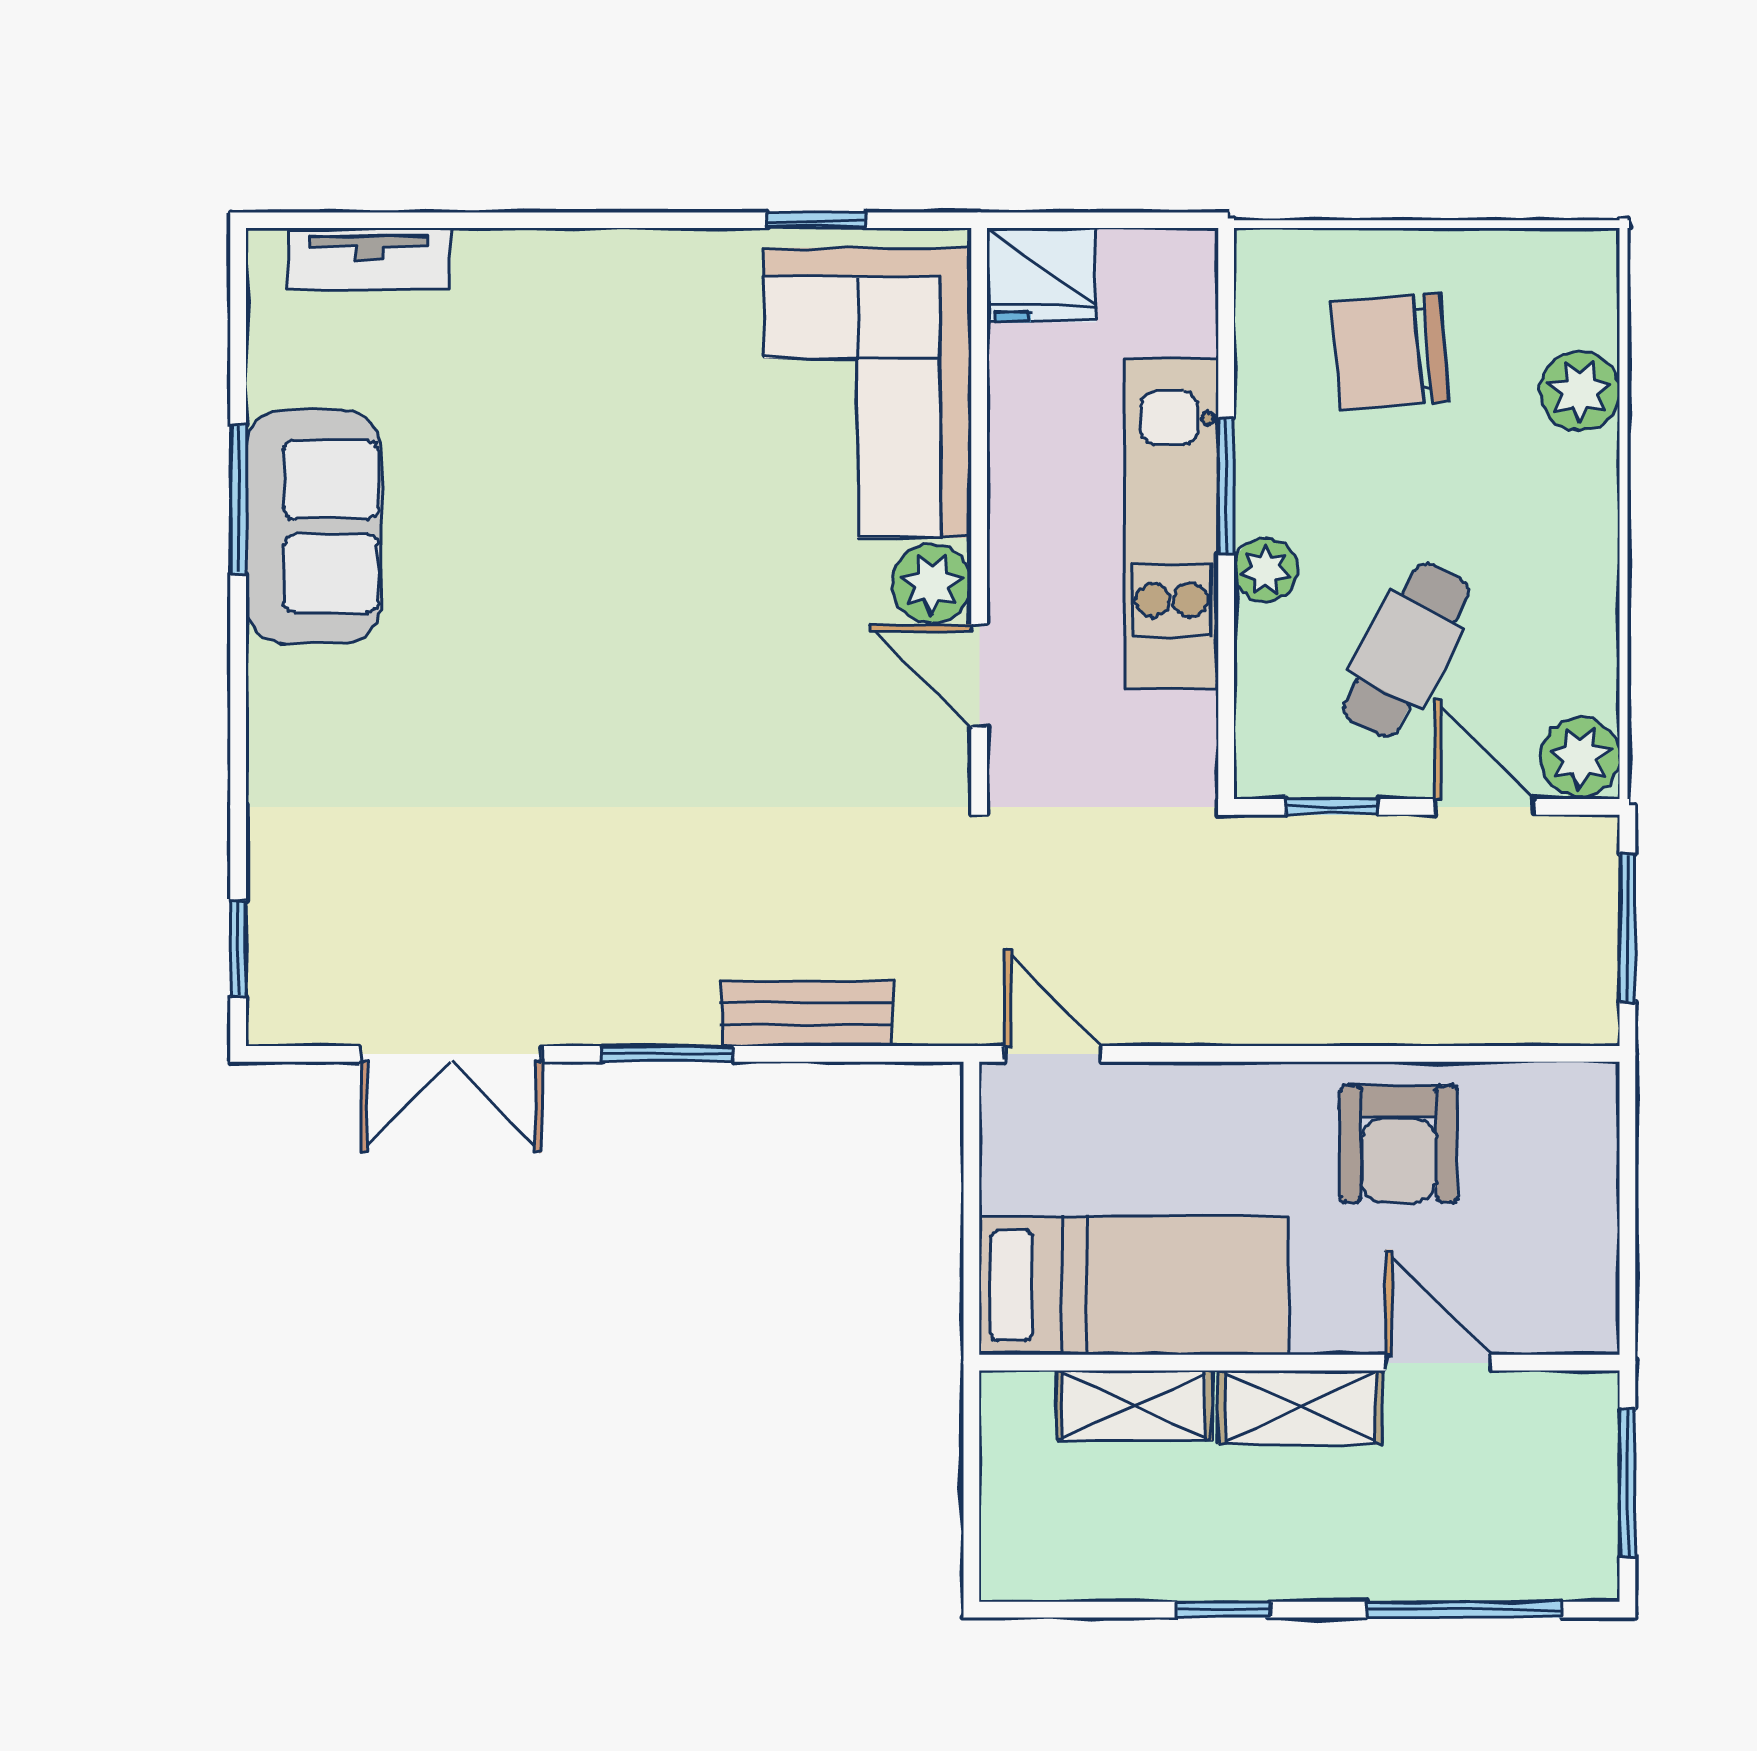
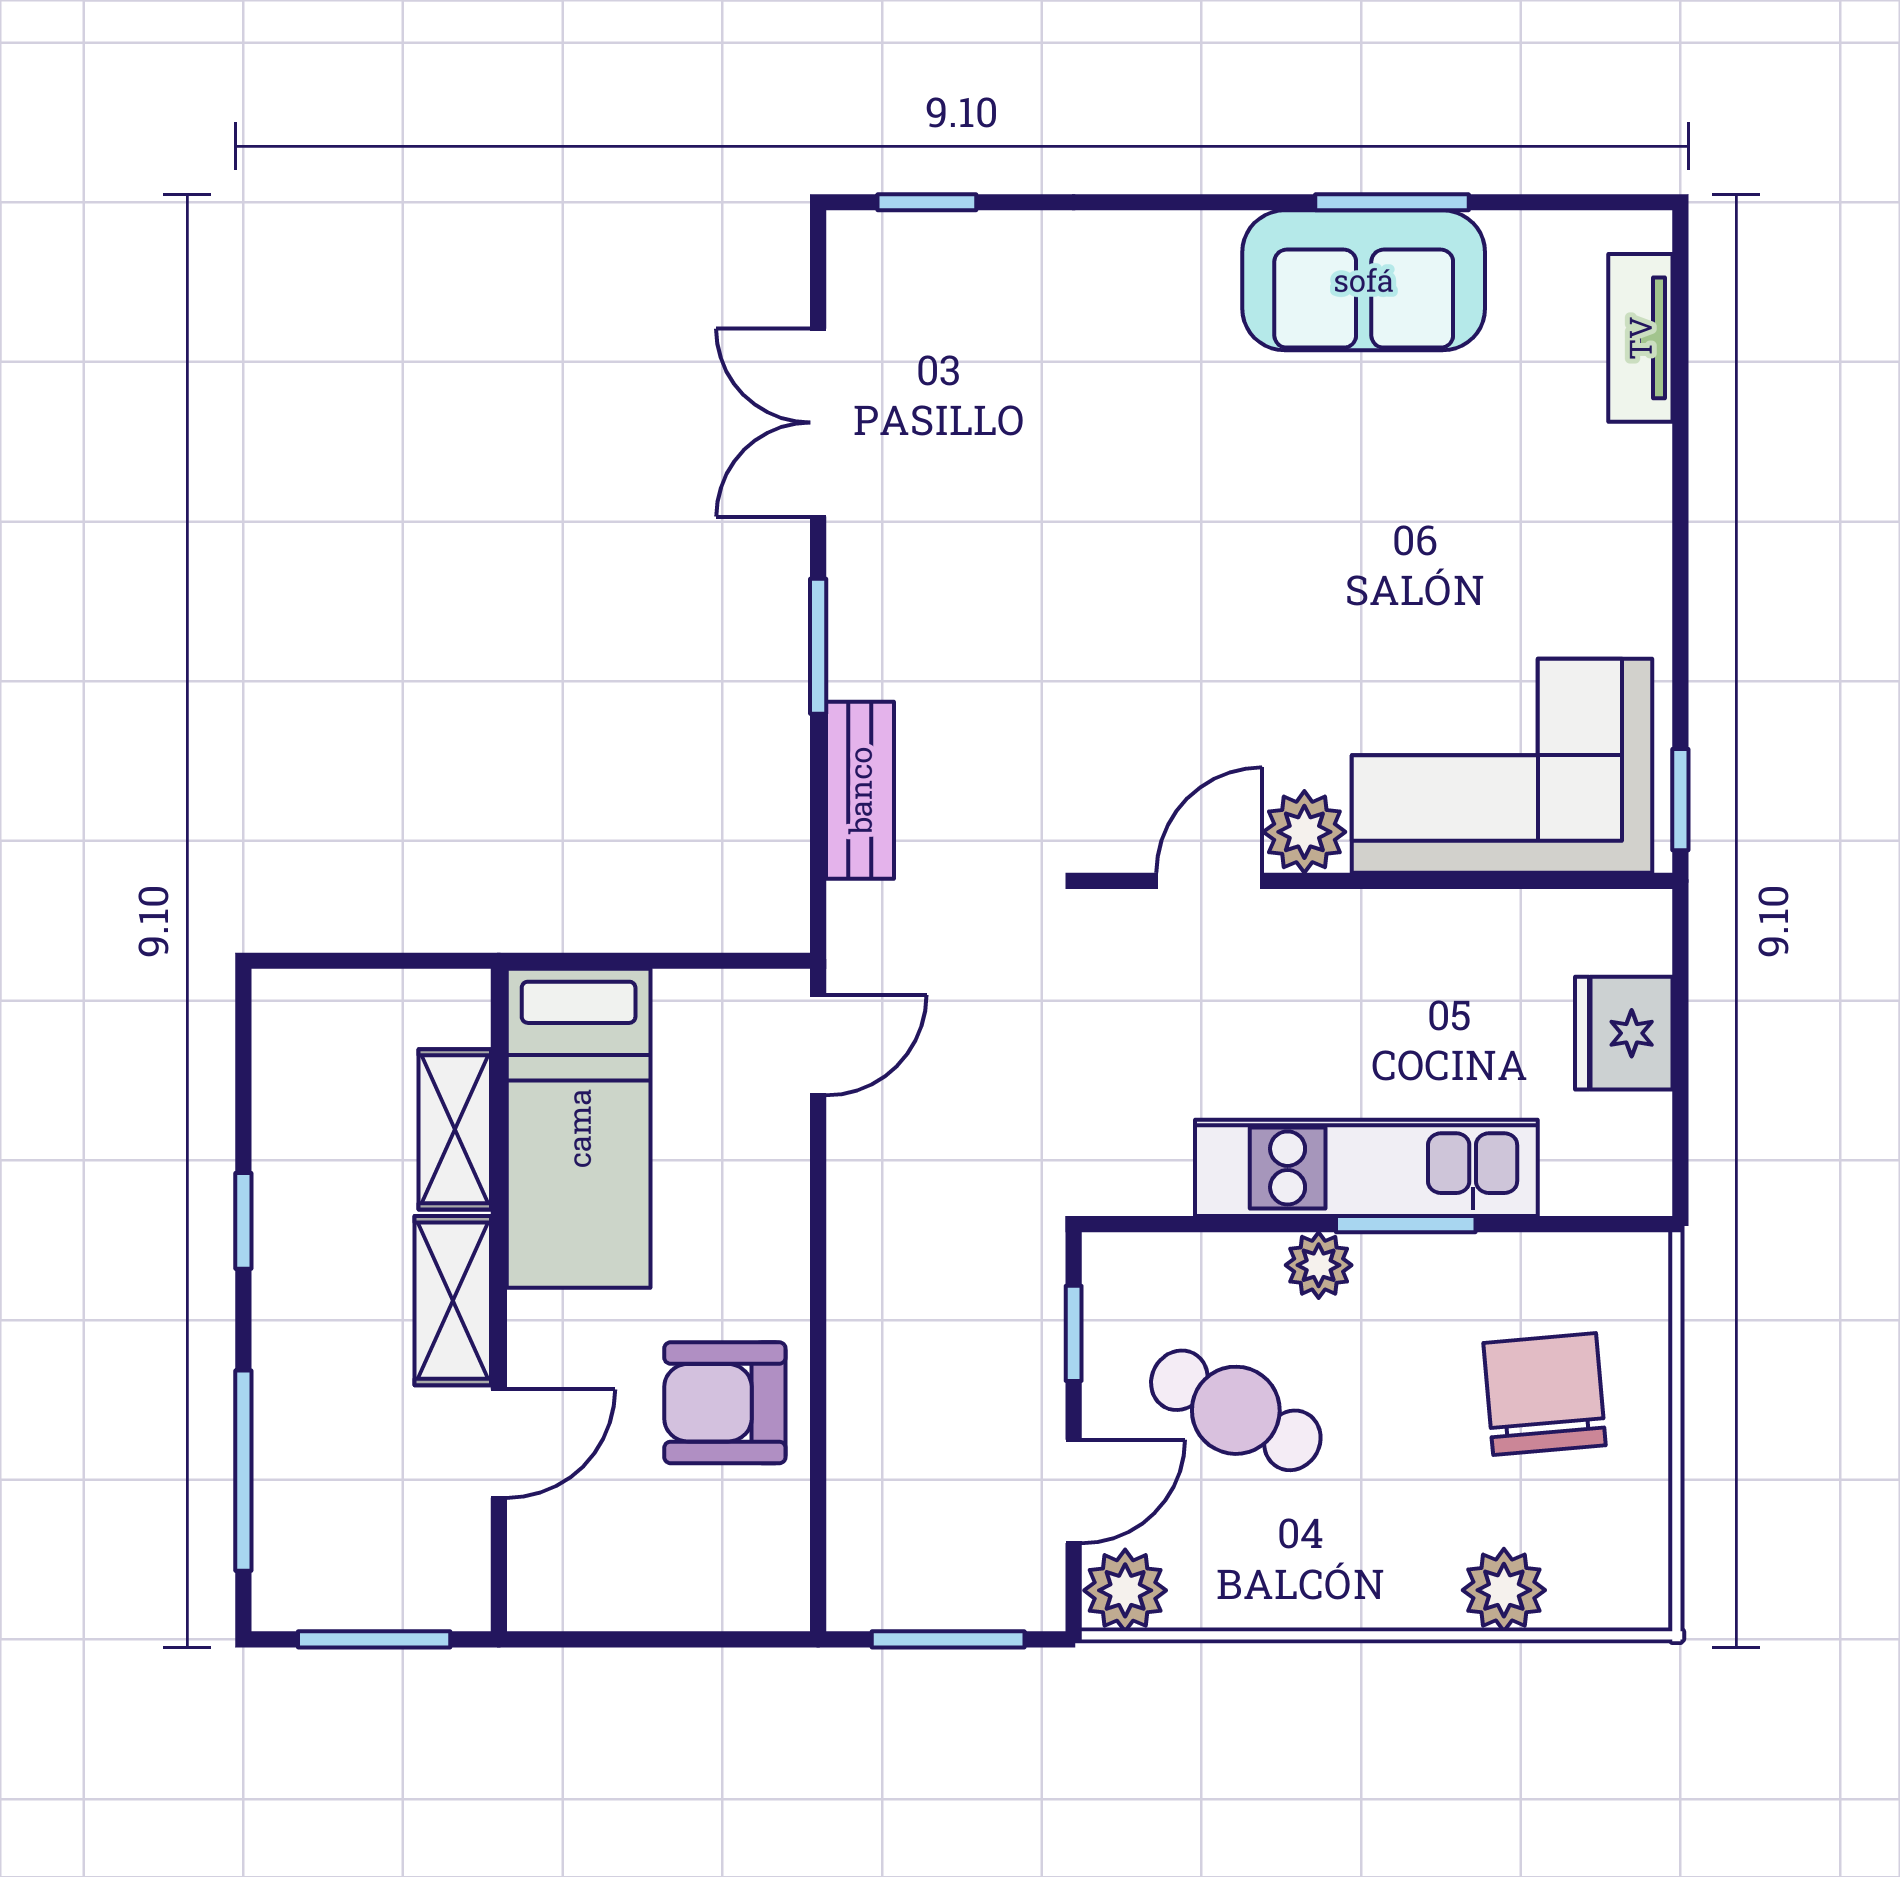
corner sofa: (868, 393) -> (1502, 766), moved
wall: (979, 514) -> (1377, 881), moved
plant: (932, 584) -> (1304, 832), moved
door: (979, 676) -> (1209, 881), moved

